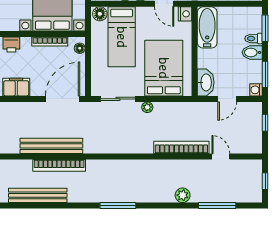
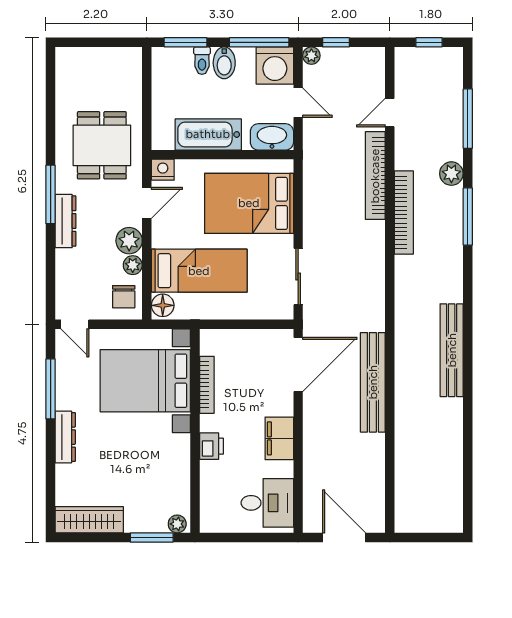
bathtub: (207, 27) -> (208, 134), moved
floor lamp: (80, 48) -> (217, 337), removed
window: (265, 74) -> (259, 42), width x1.44
washing machine: (256, 90) -> (275, 66), width x1.89, depth x1.89
door: (63, 99) -> (298, 365), swing flipped
plant: (147, 107) -> (311, 56), moved
bookcase: (59, 165) -> (404, 212), moved
bench: (38, 195) -> (452, 350), moved
window: (118, 205) -> (468, 216), moved

